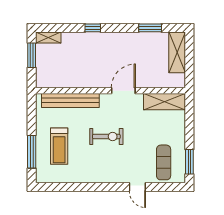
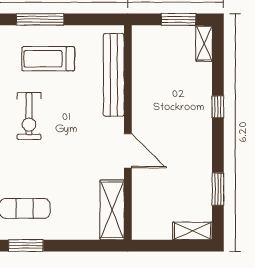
shelving: (177, 52) -> (193, 231), width x0.67, depth x0.75
exercise bike: (106, 136) -> (29, 116), moved

